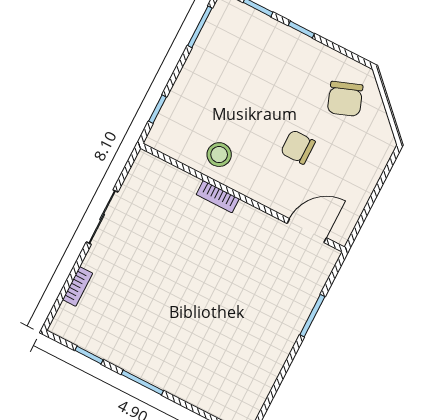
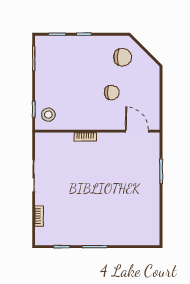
chair: (345, 99) -> (123, 57), turned -70
chair: (298, 147) -> (112, 93), turned 180
stool: (219, 155) -> (48, 115), moved
door: (307, 231) -> (137, 131), hinge flipped

